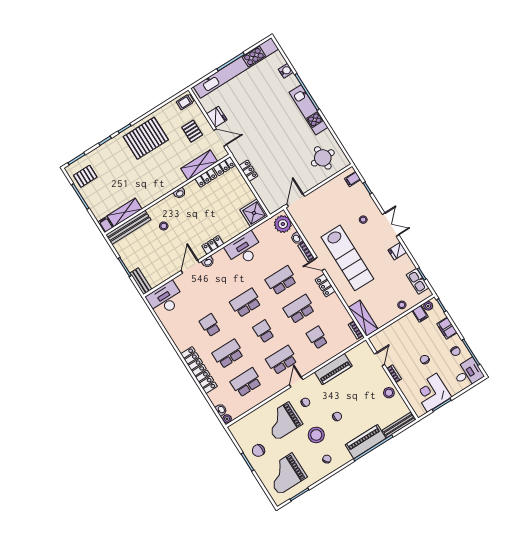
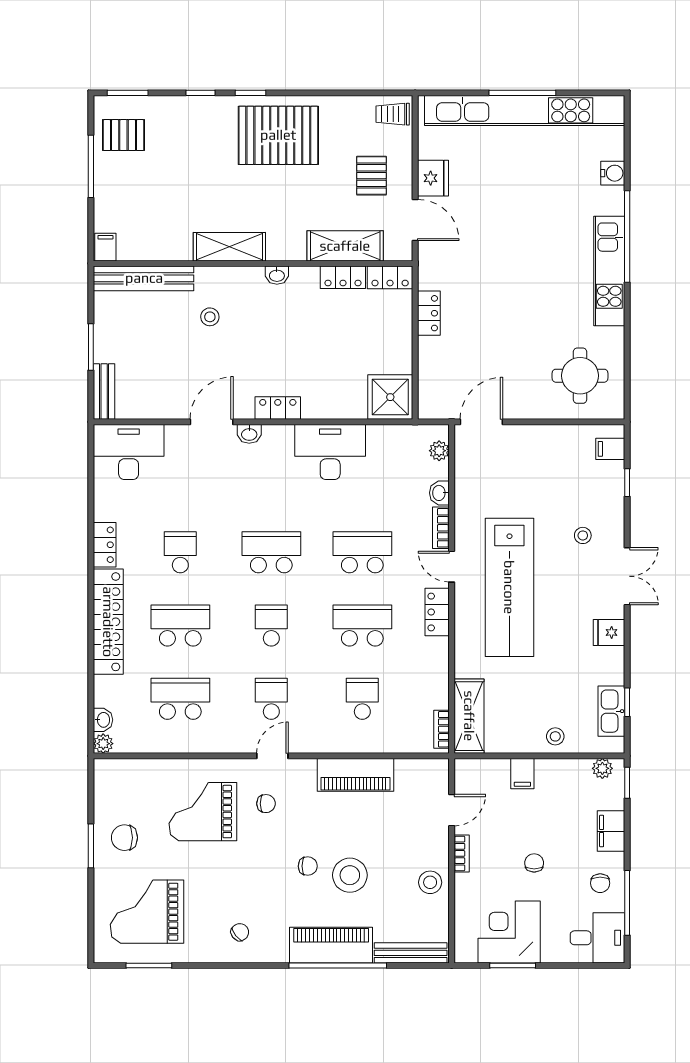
shelving: (125, 212) -> (229, 247), moved
plant: (283, 224) -> (439, 451), width x0.53, depth x0.53
filing cabinet: (420, 314) -> (522, 774), moved
locker: (179, 341) -> (105, 545), added
school desk: (282, 360) -> (271, 699), width x0.54
stool: (316, 435) -> (350, 875), moved

